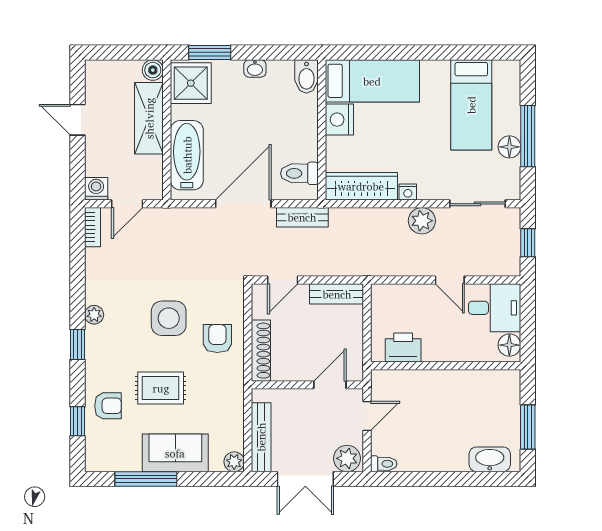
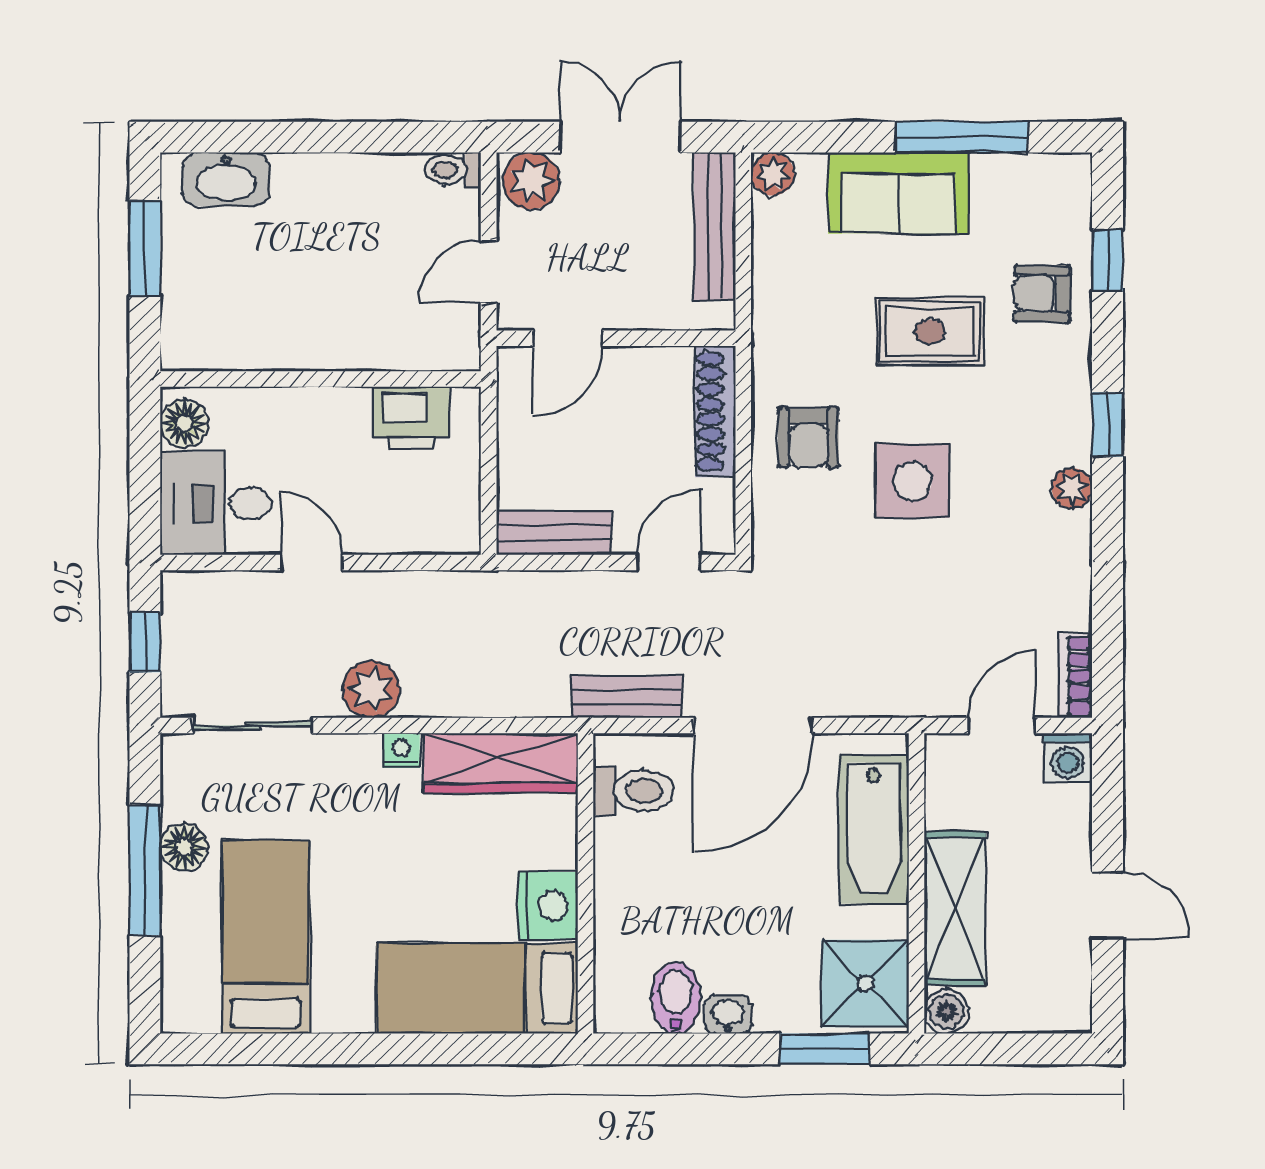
bidet: (306, 76) -> (676, 998), moved

